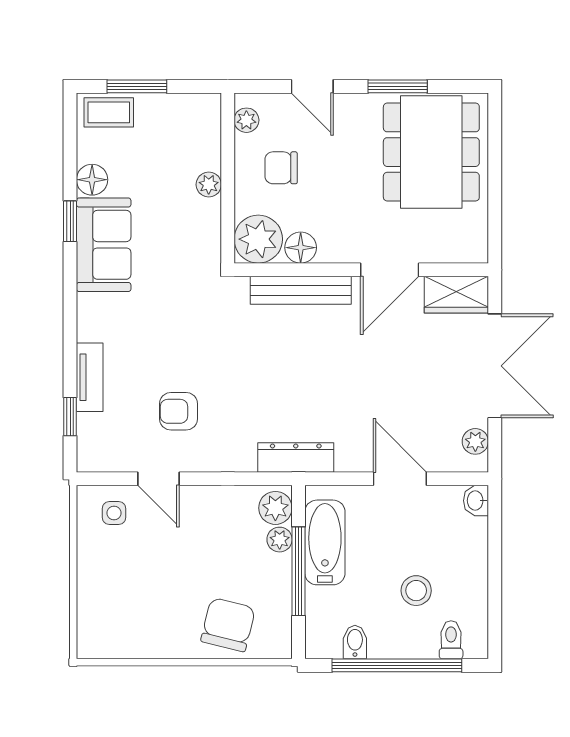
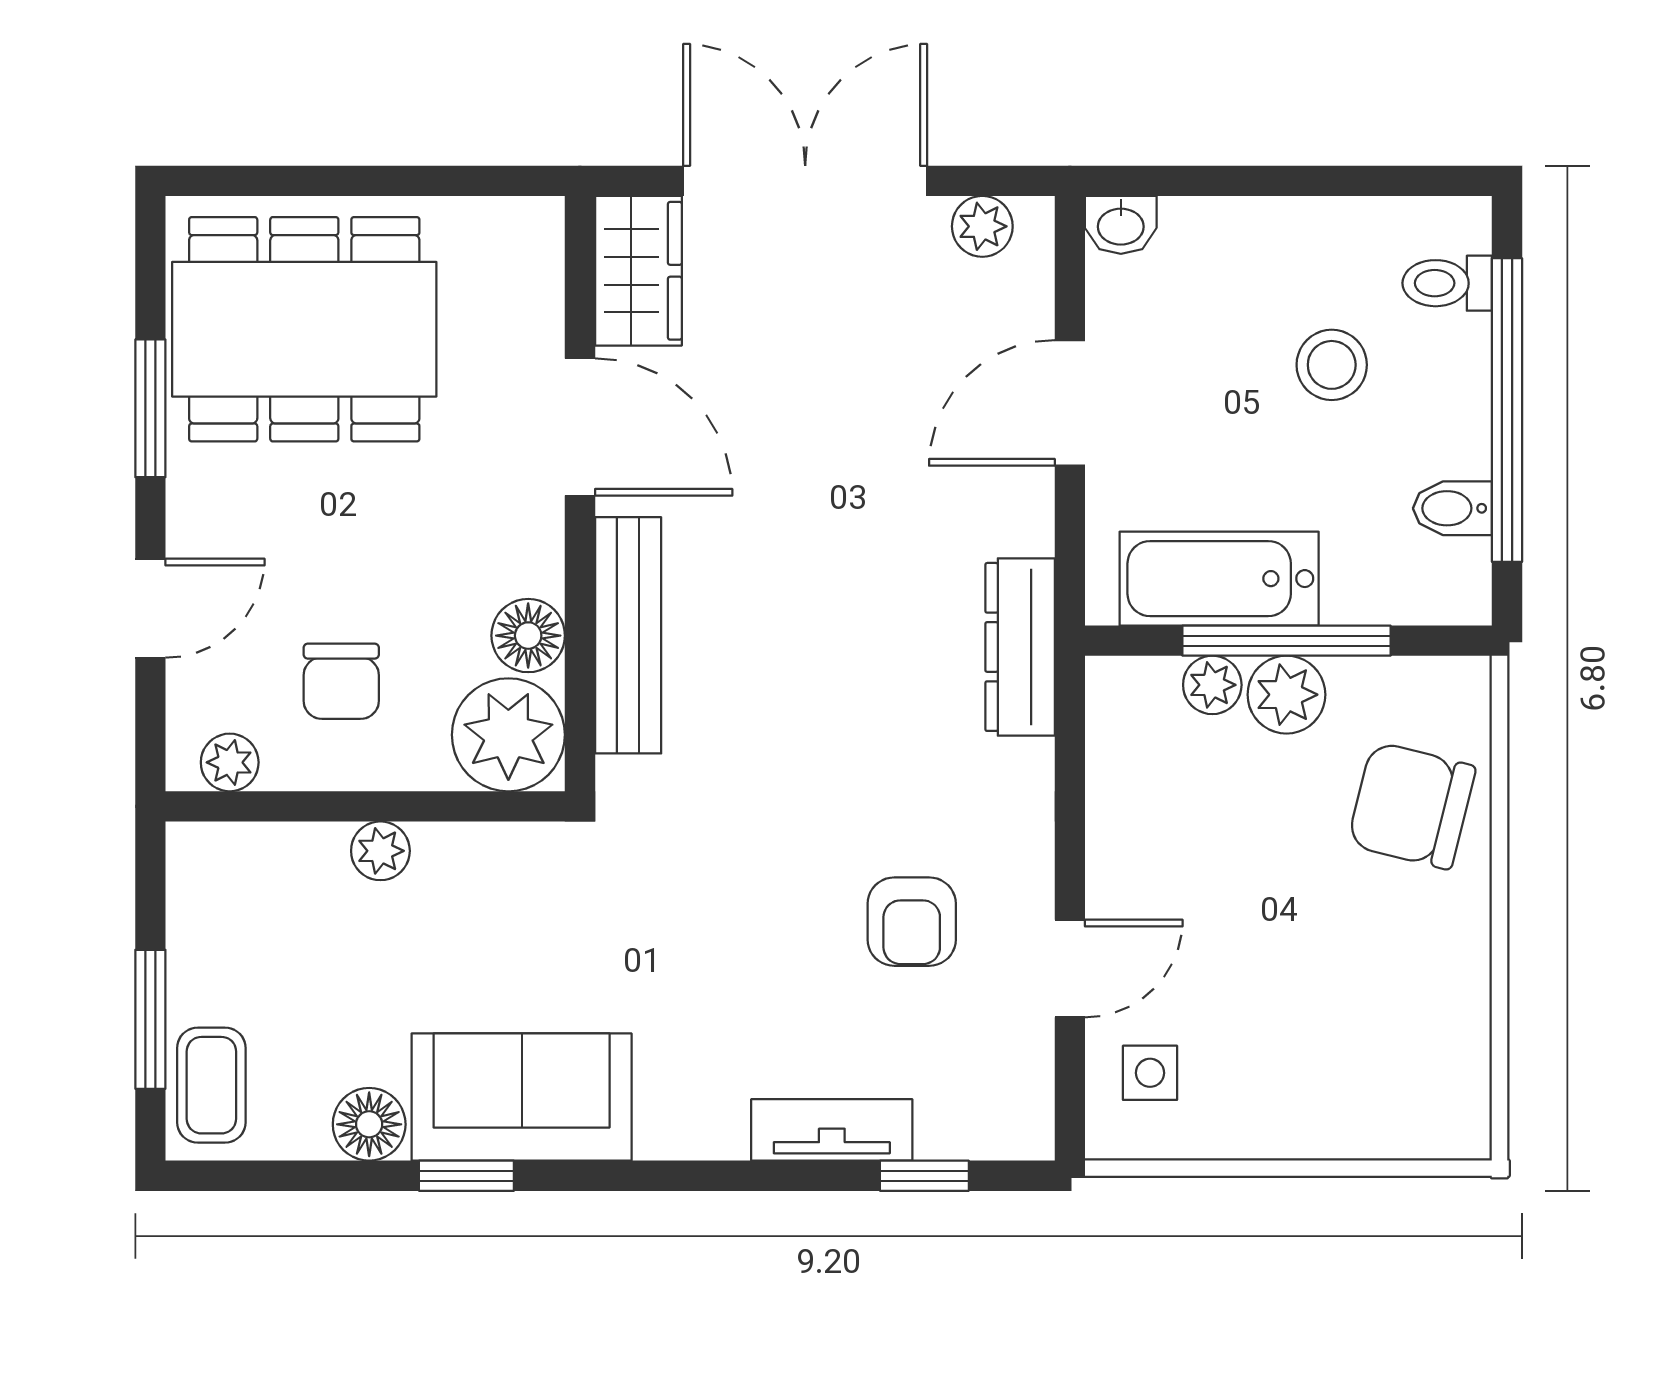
plant: (275, 508) -> (1286, 695), moved

